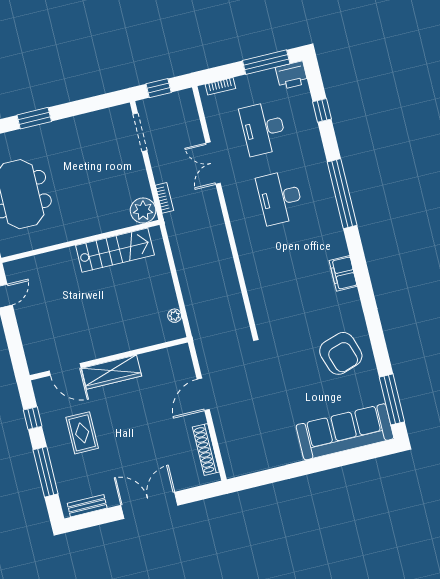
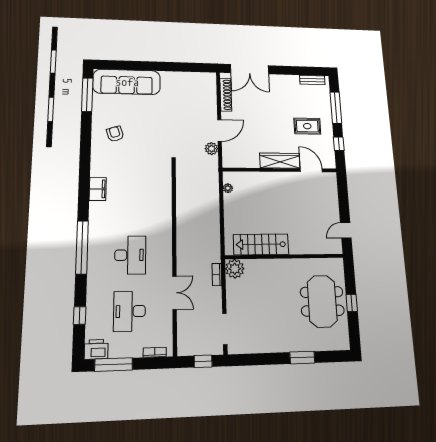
desk: (263, 128) -> (129, 311), turned 180
armchair: (341, 353) -> (115, 134), width x0.53, depth x0.53
plant: (208, 366) -> (211, 149), added
rug: (82, 433) -> (307, 126), turned 90
double door: (149, 505) -> (250, 69), moved

